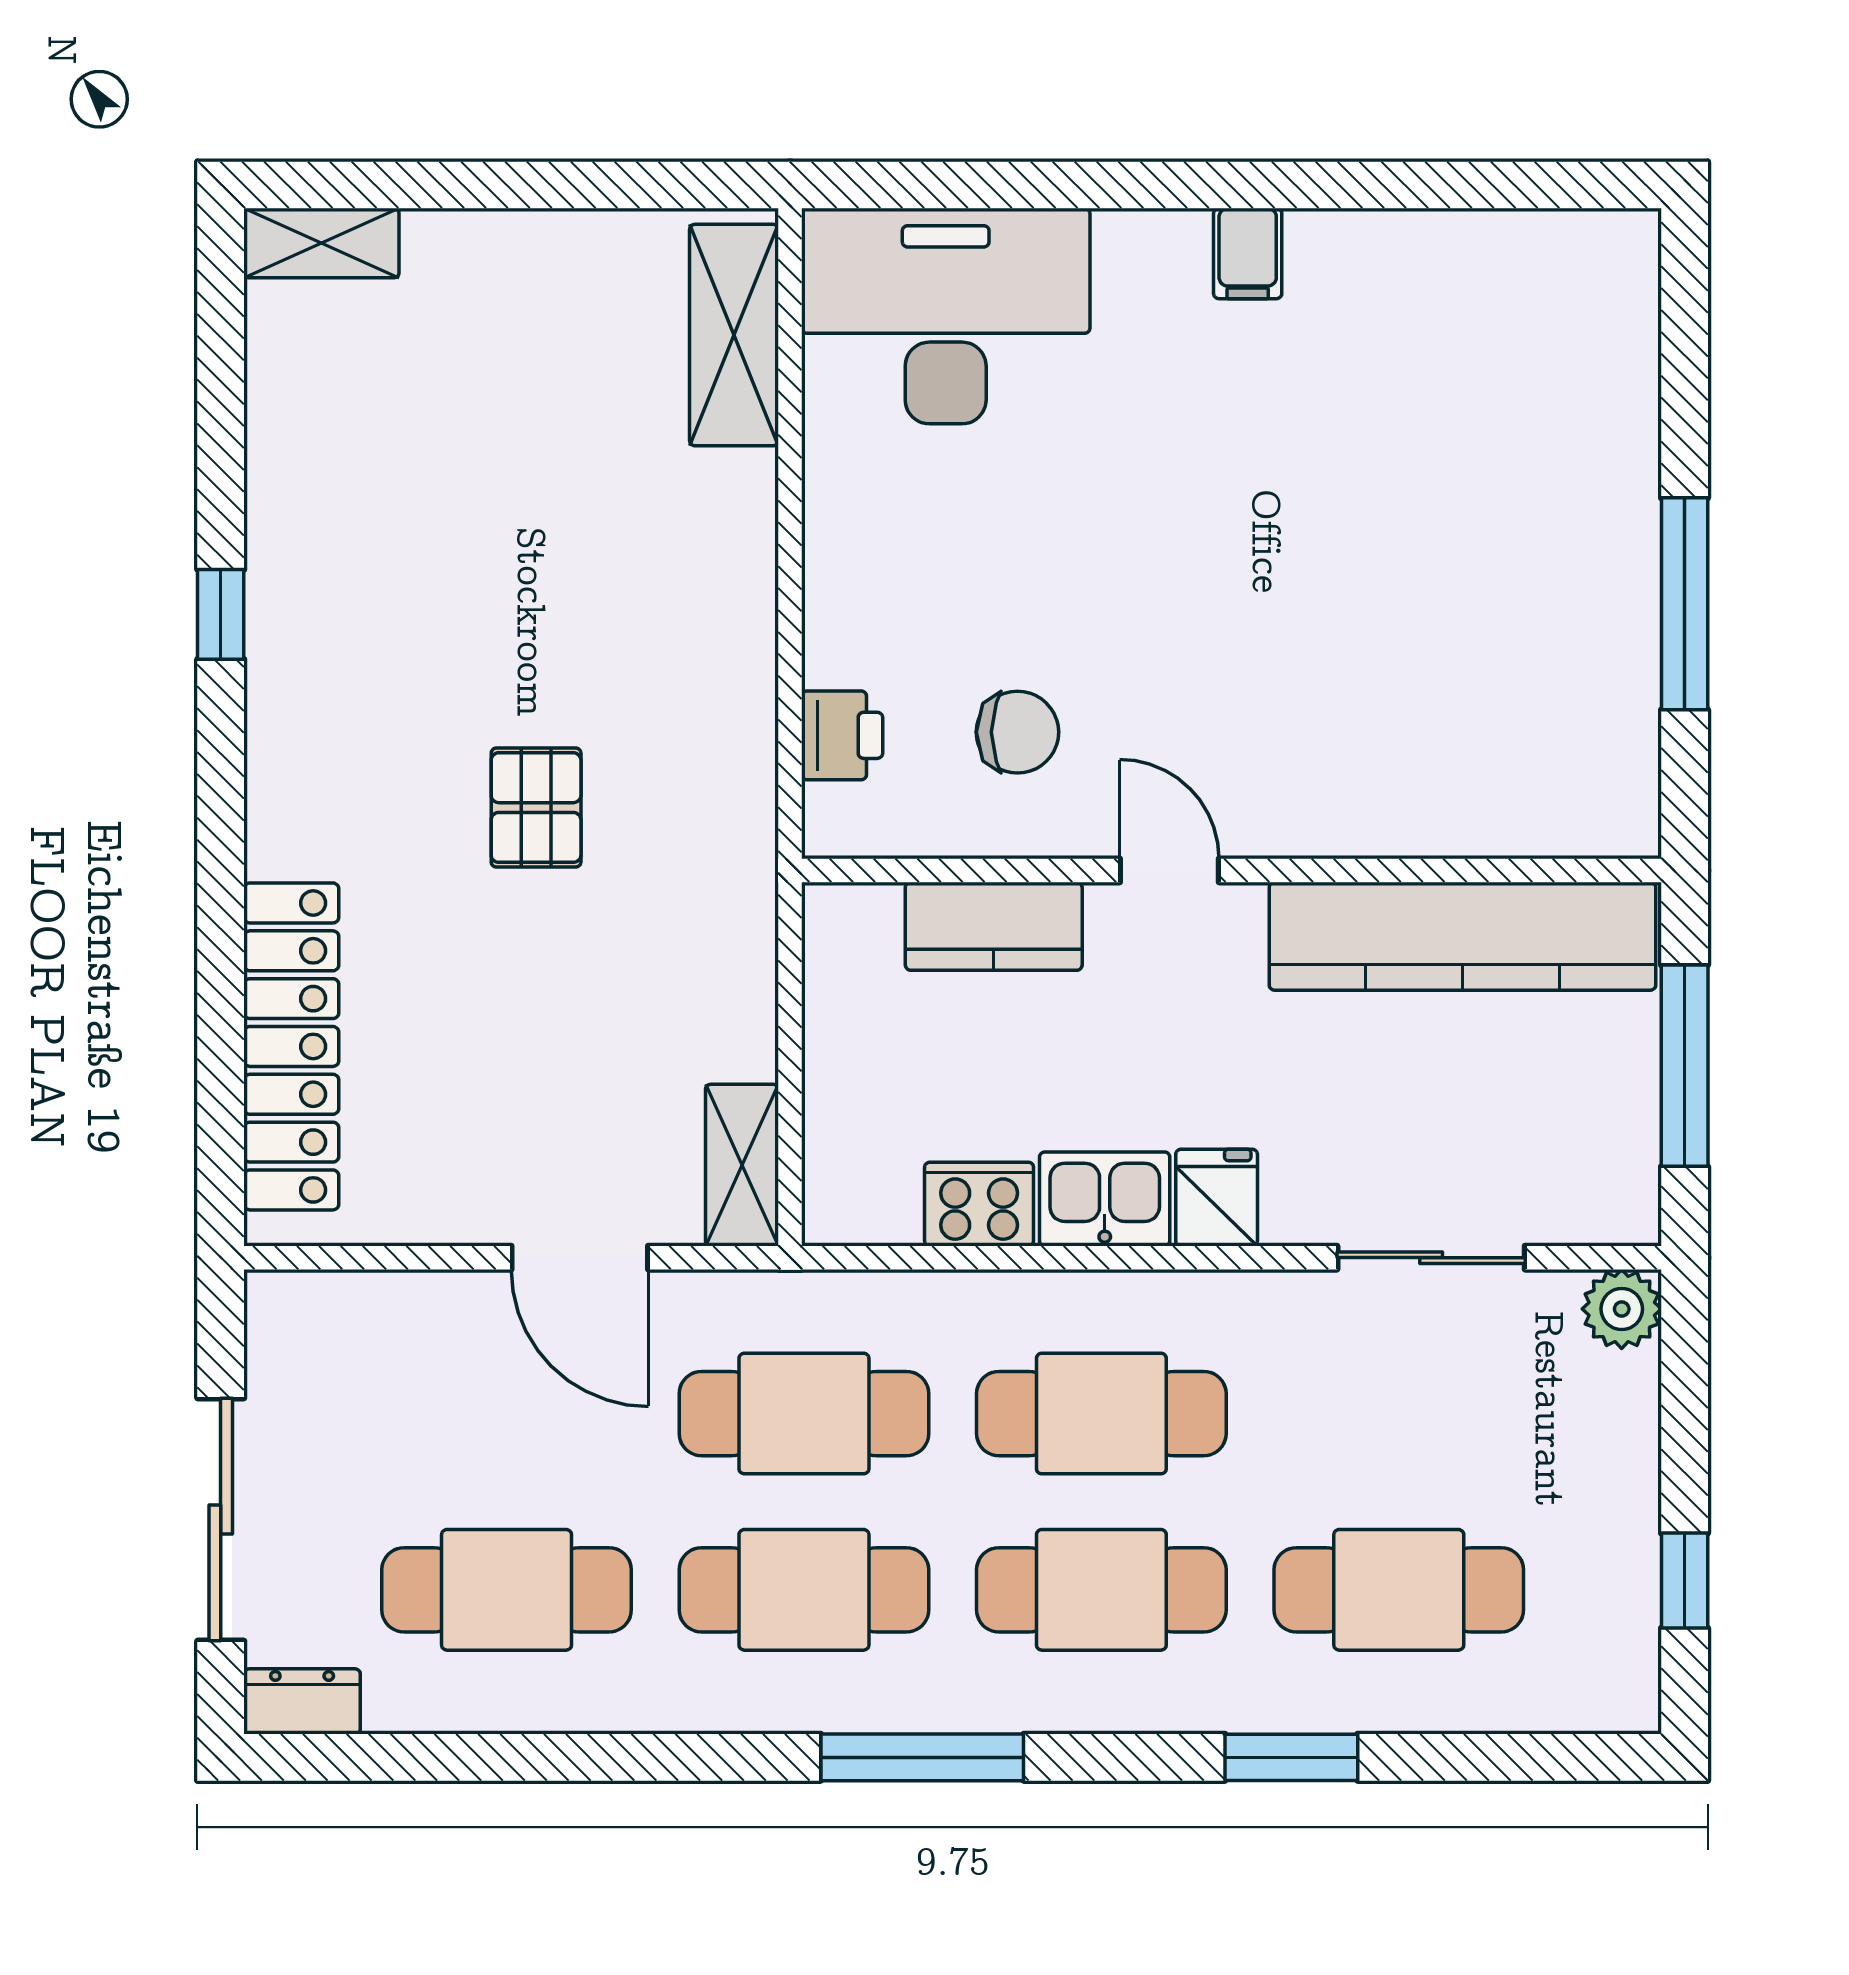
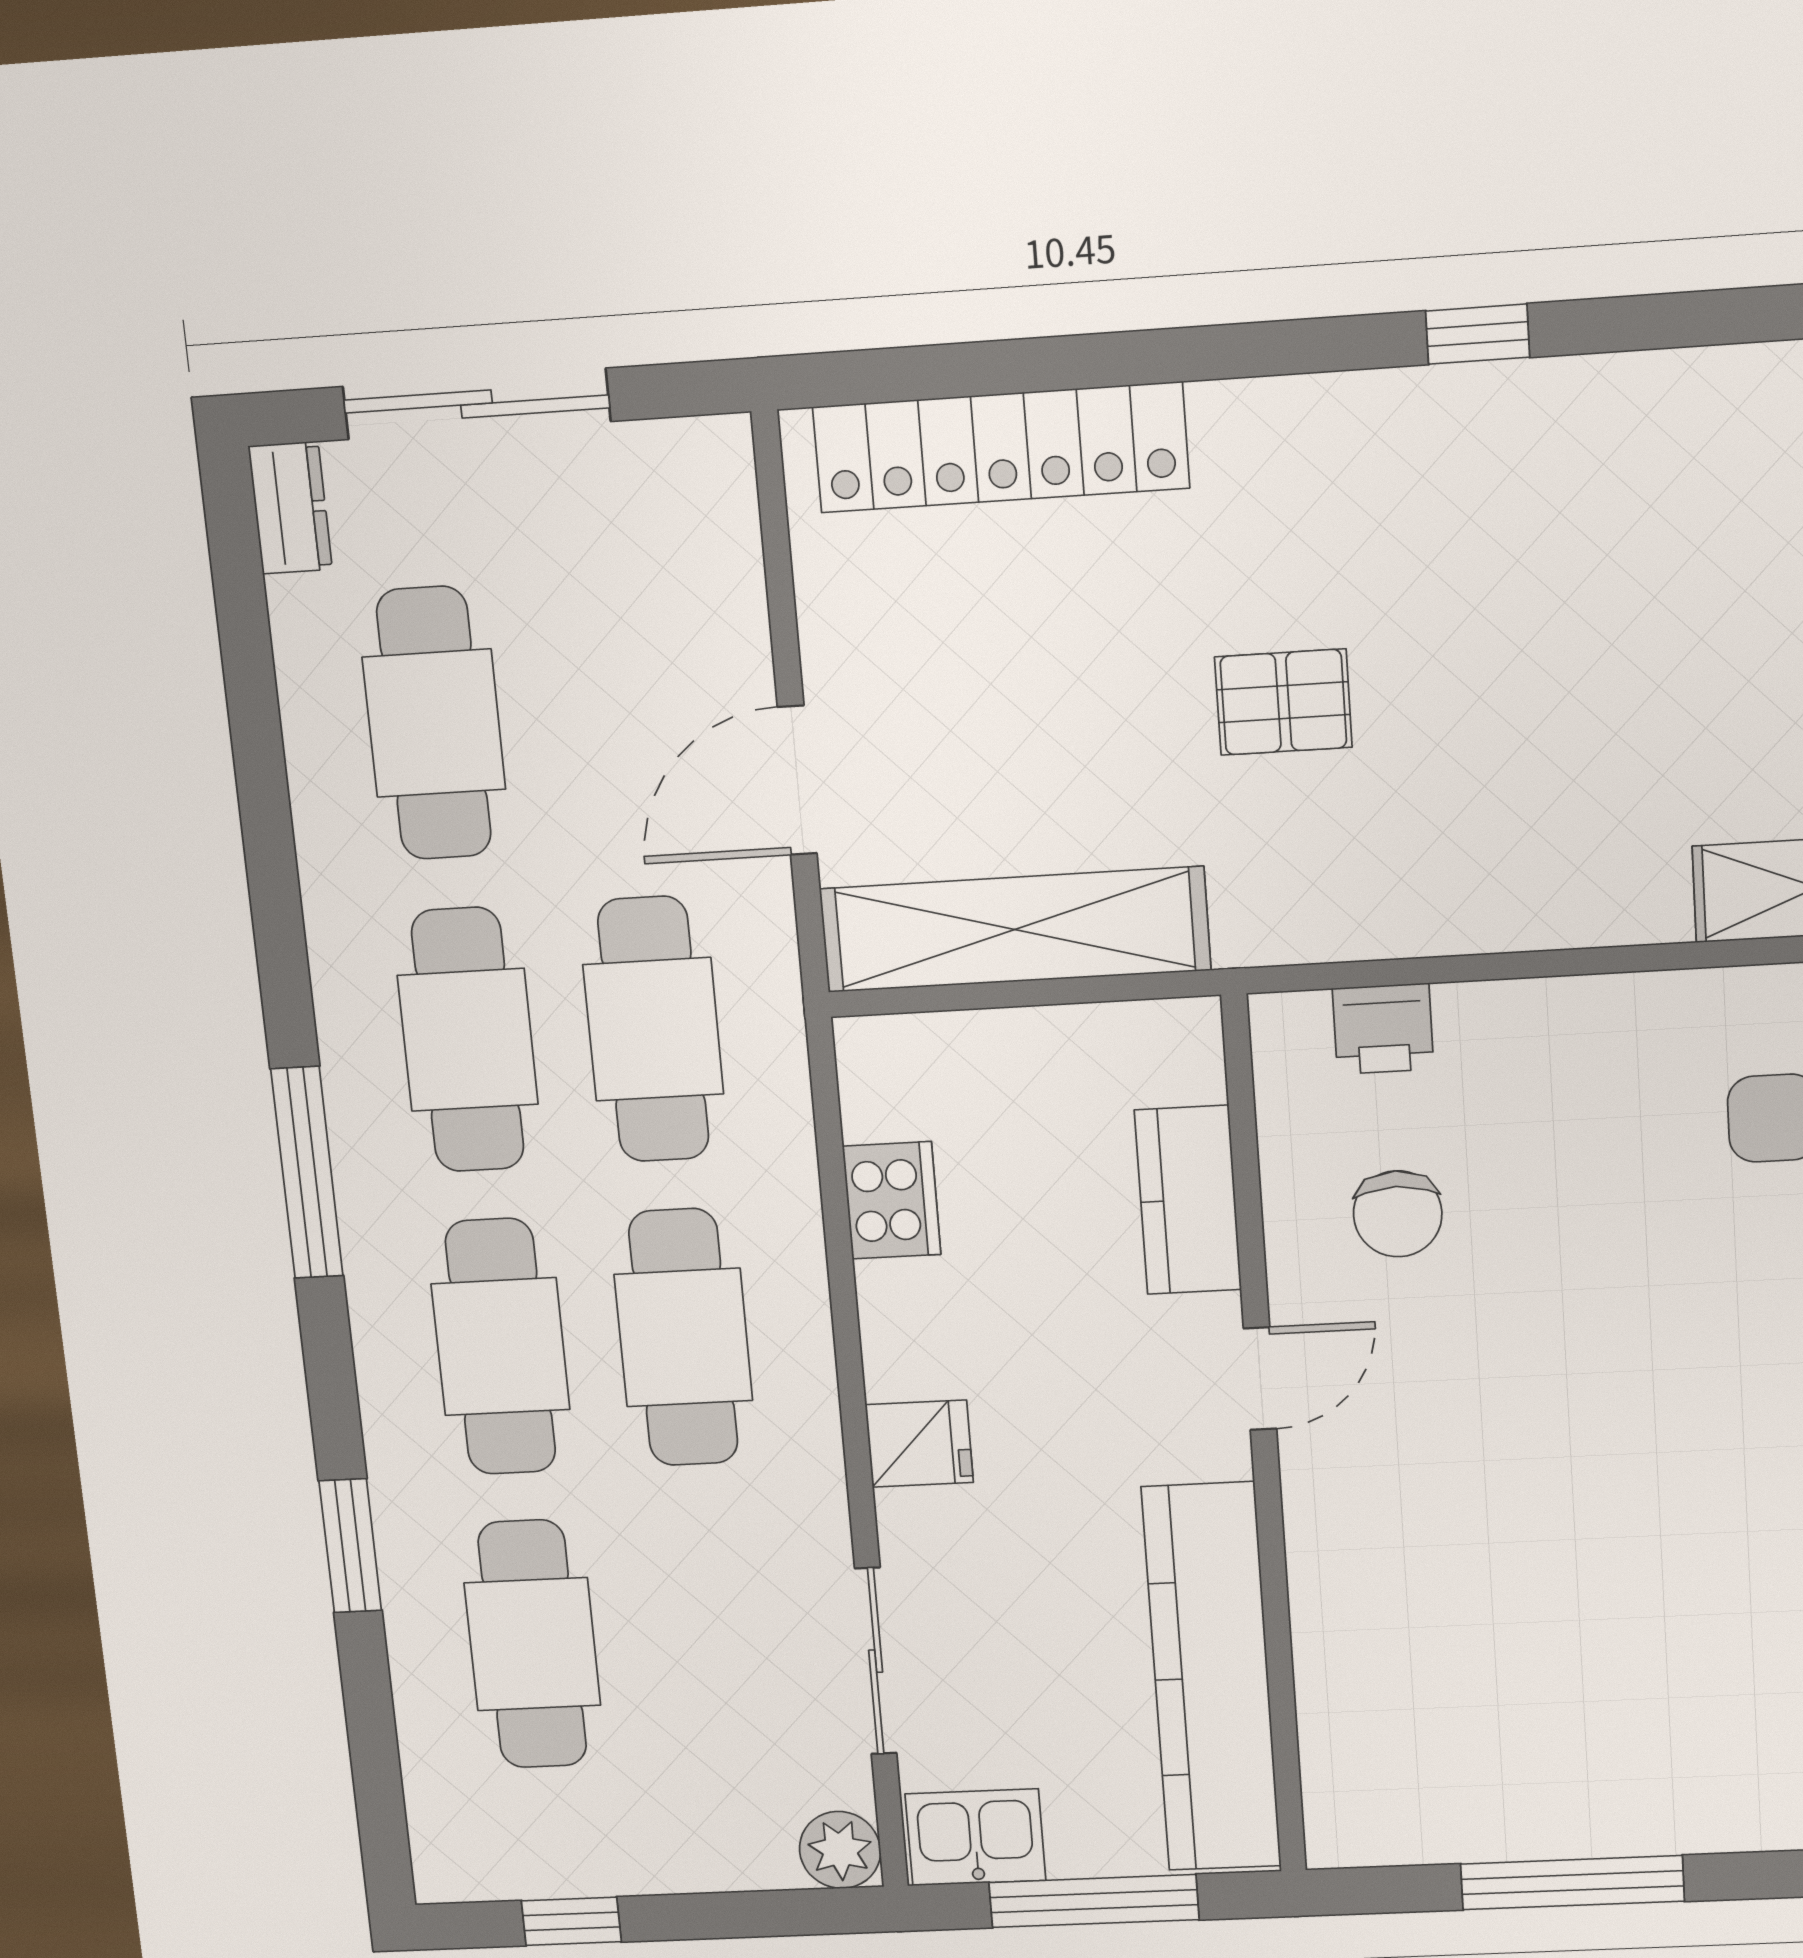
shelving: (742, 1165) -> (1015, 929), width x2.20, depth x1.33
kitchen sink: (1105, 1199) -> (975, 1837), moved, turned -90

